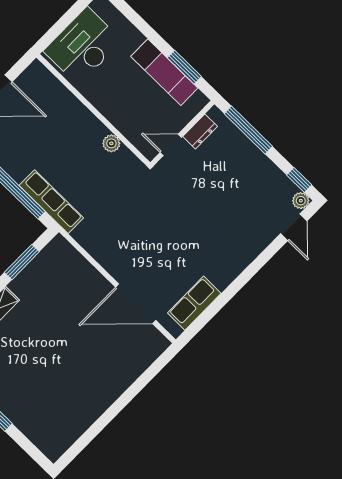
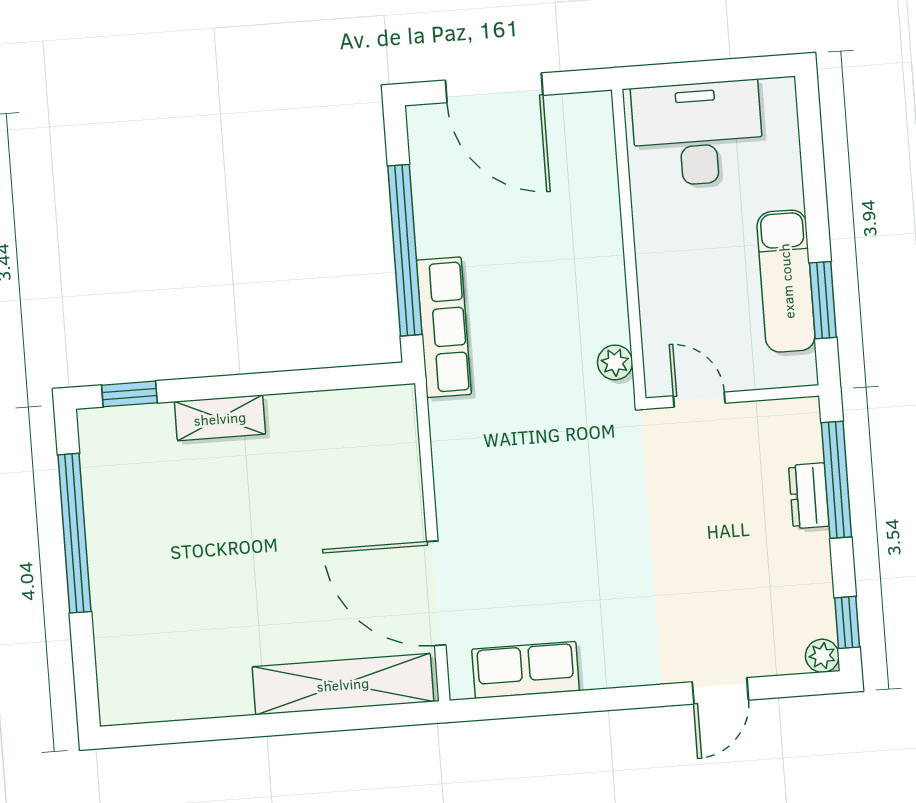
dresser: (200, 131) -> (809, 496), moved, turned 90
plant: (111, 143) -> (615, 362), moved
door: (294, 227) -> (720, 691), moved
window: (22, 262) -> (319, 380), removed
shelving: (131, 368) -> (343, 684), added

